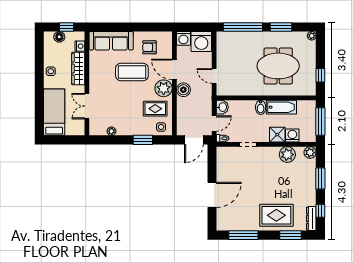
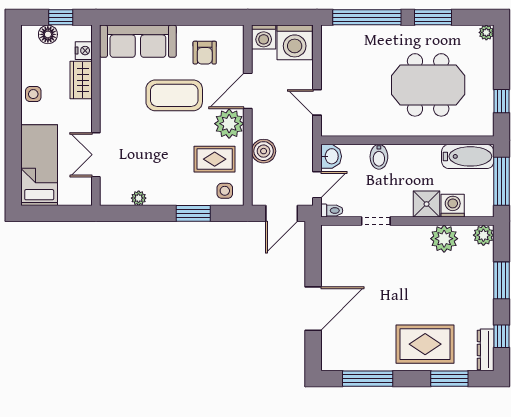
armchair: (149, 47) -> (205, 53), turned -90
wardrobe: (78, 69) -> (81, 80), width x0.67
door: (174, 69) -> (248, 91), hinge flipped
boiler: (183, 90) -> (264, 151), moved
bidet: (261, 107) -> (379, 157), moved
bathtub: (281, 107) -> (468, 156), moved

